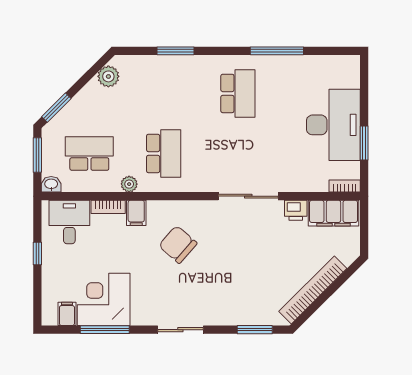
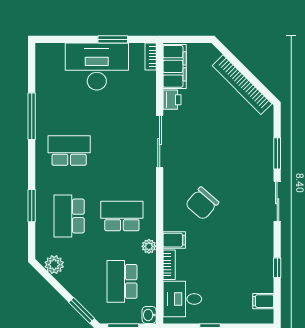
school desk: (164, 93) -> (69, 216), added
corner desk: (104, 299) -> (250, 269), removed
window: (105, 330) -> (277, 268), width x0.46
window: (255, 330) -> (277, 153), moved

